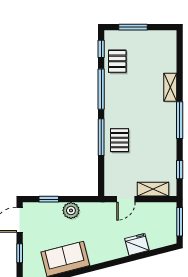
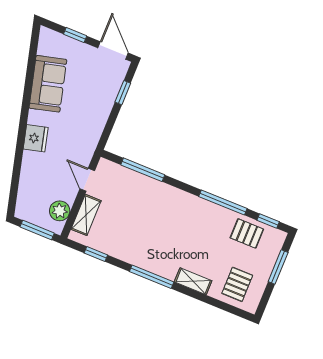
window: (101, 137) -> (143, 170), moved
pallet: (120, 140) -> (237, 284), moved, turned 90
plant: (71, 210) -> (60, 211), moved
fridge: (137, 244) -> (36, 138), moved

